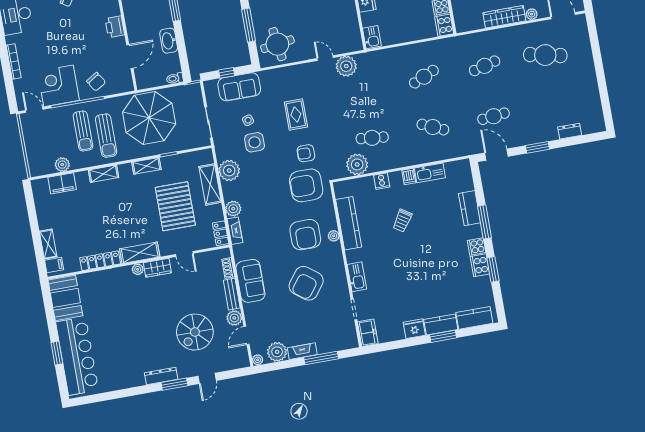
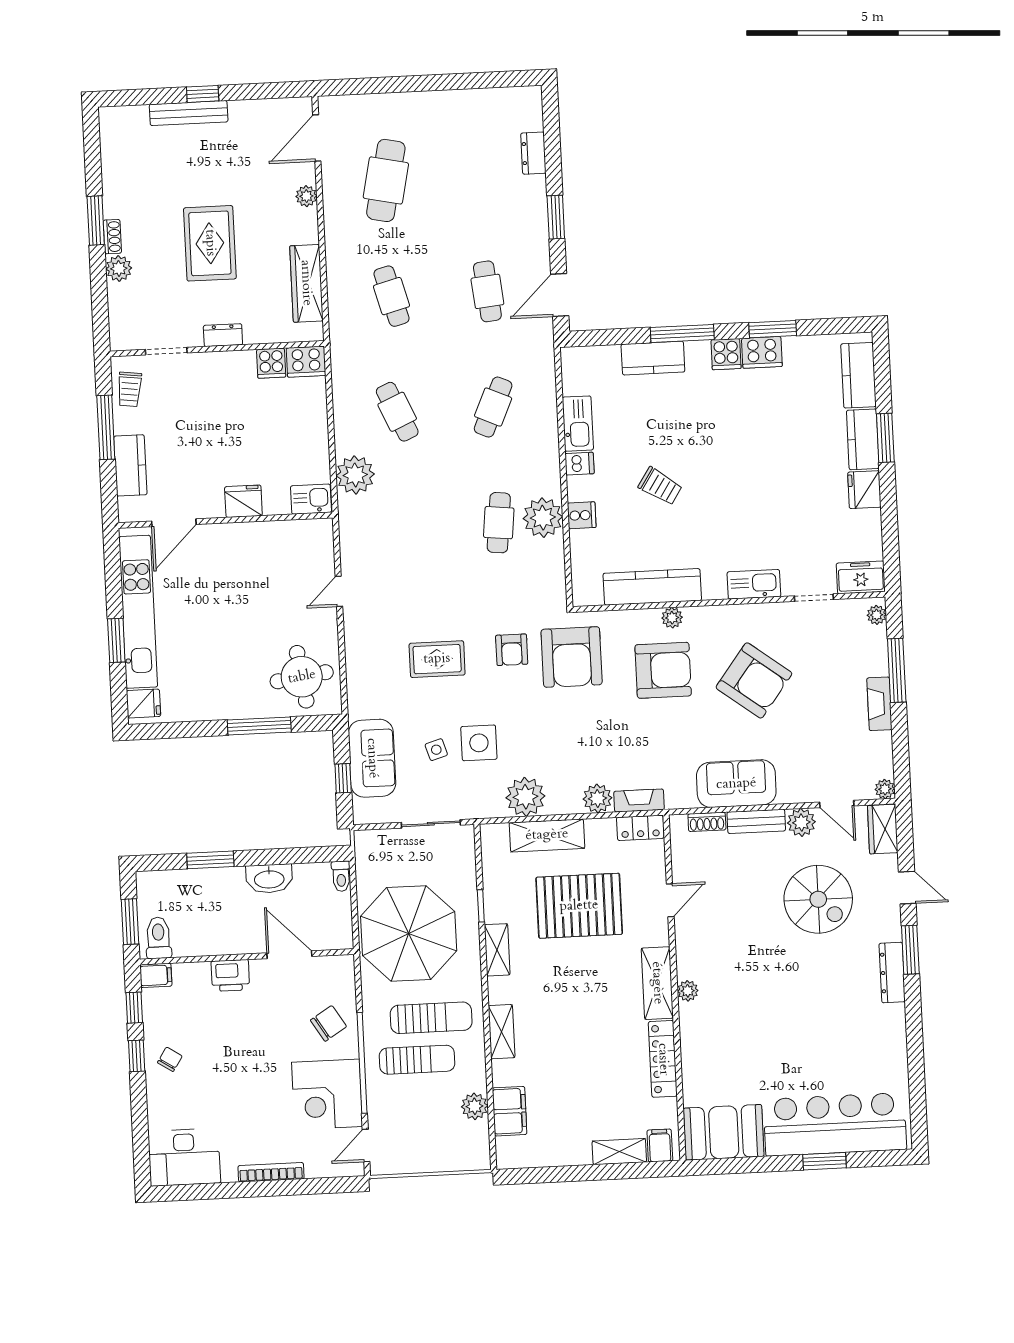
wardrobe: (504, 17) -> (306, 283), moved
plant: (346, 66) -> (355, 475), moved
plant: (357, 164) -> (543, 518), moved
wardrobe: (157, 268) -> (883, 829), moved, turned 180
plant: (277, 352) -> (877, 615), moved, width x0.53, depth x0.53

